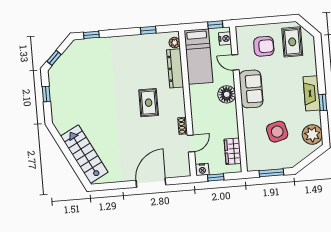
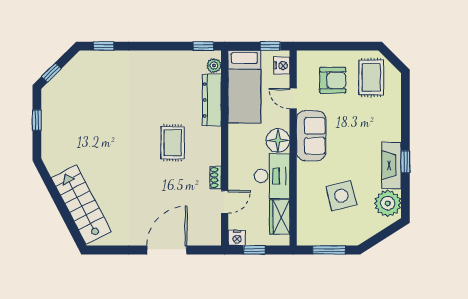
window: (148, 30) -> (203, 46), moved
fireplace: (312, 93) -> (392, 165), moved
desk: (225, 121) -> (272, 176), added

